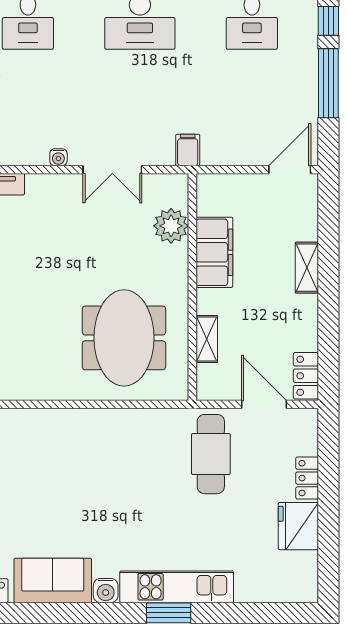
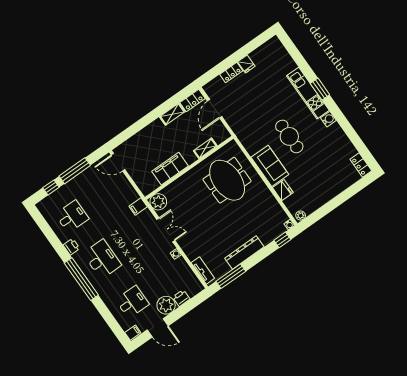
plant: (171, 226) -> (158, 202), moved
shelving: (307, 268) -> (172, 114), moved
meeting table: (124, 338) -> (227, 180), turned 90
fridge: (38, 423) -> (283, 190), added
cafe table: (211, 454) -> (289, 136), moved, turned 90
fridge: (298, 526) -> (246, 64), width x0.53, depth x0.75
sofa: (53, 580) -> (270, 166), moved, turned 180

